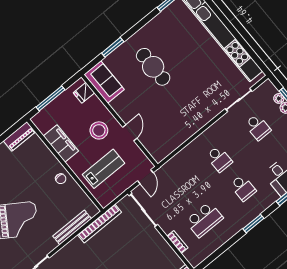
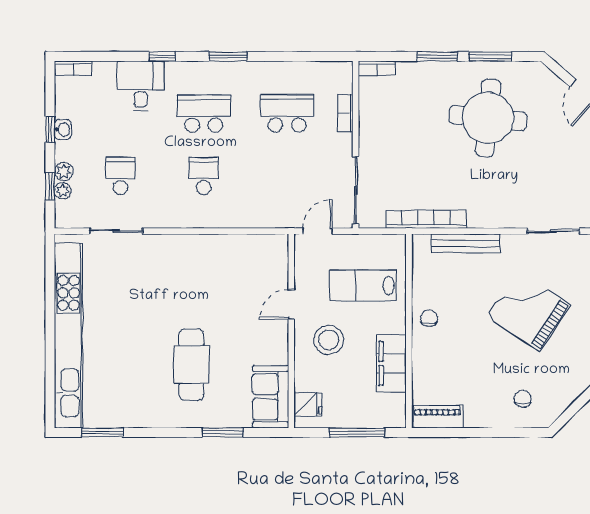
school desk: (243, 188) -> (204, 113), width x1.85

